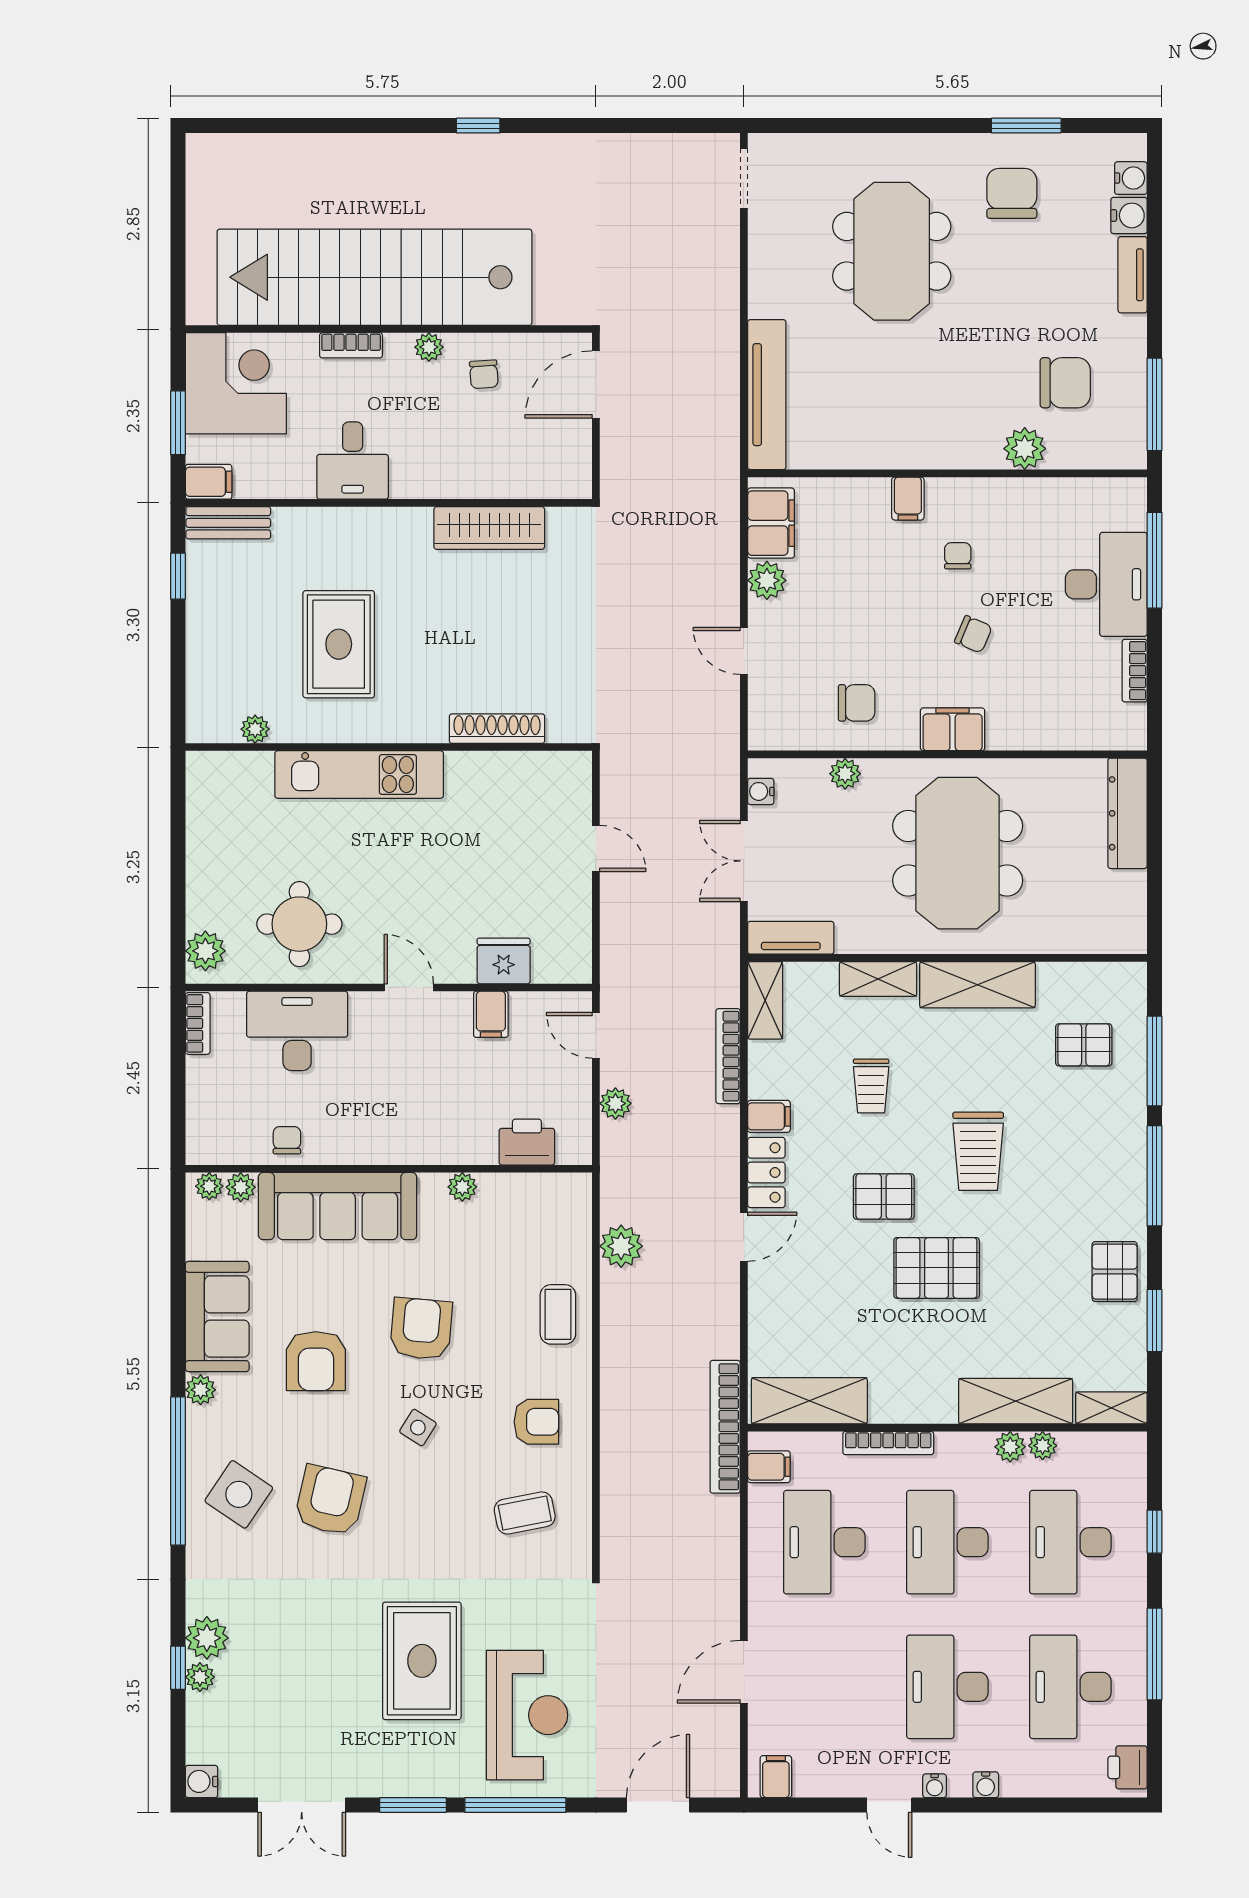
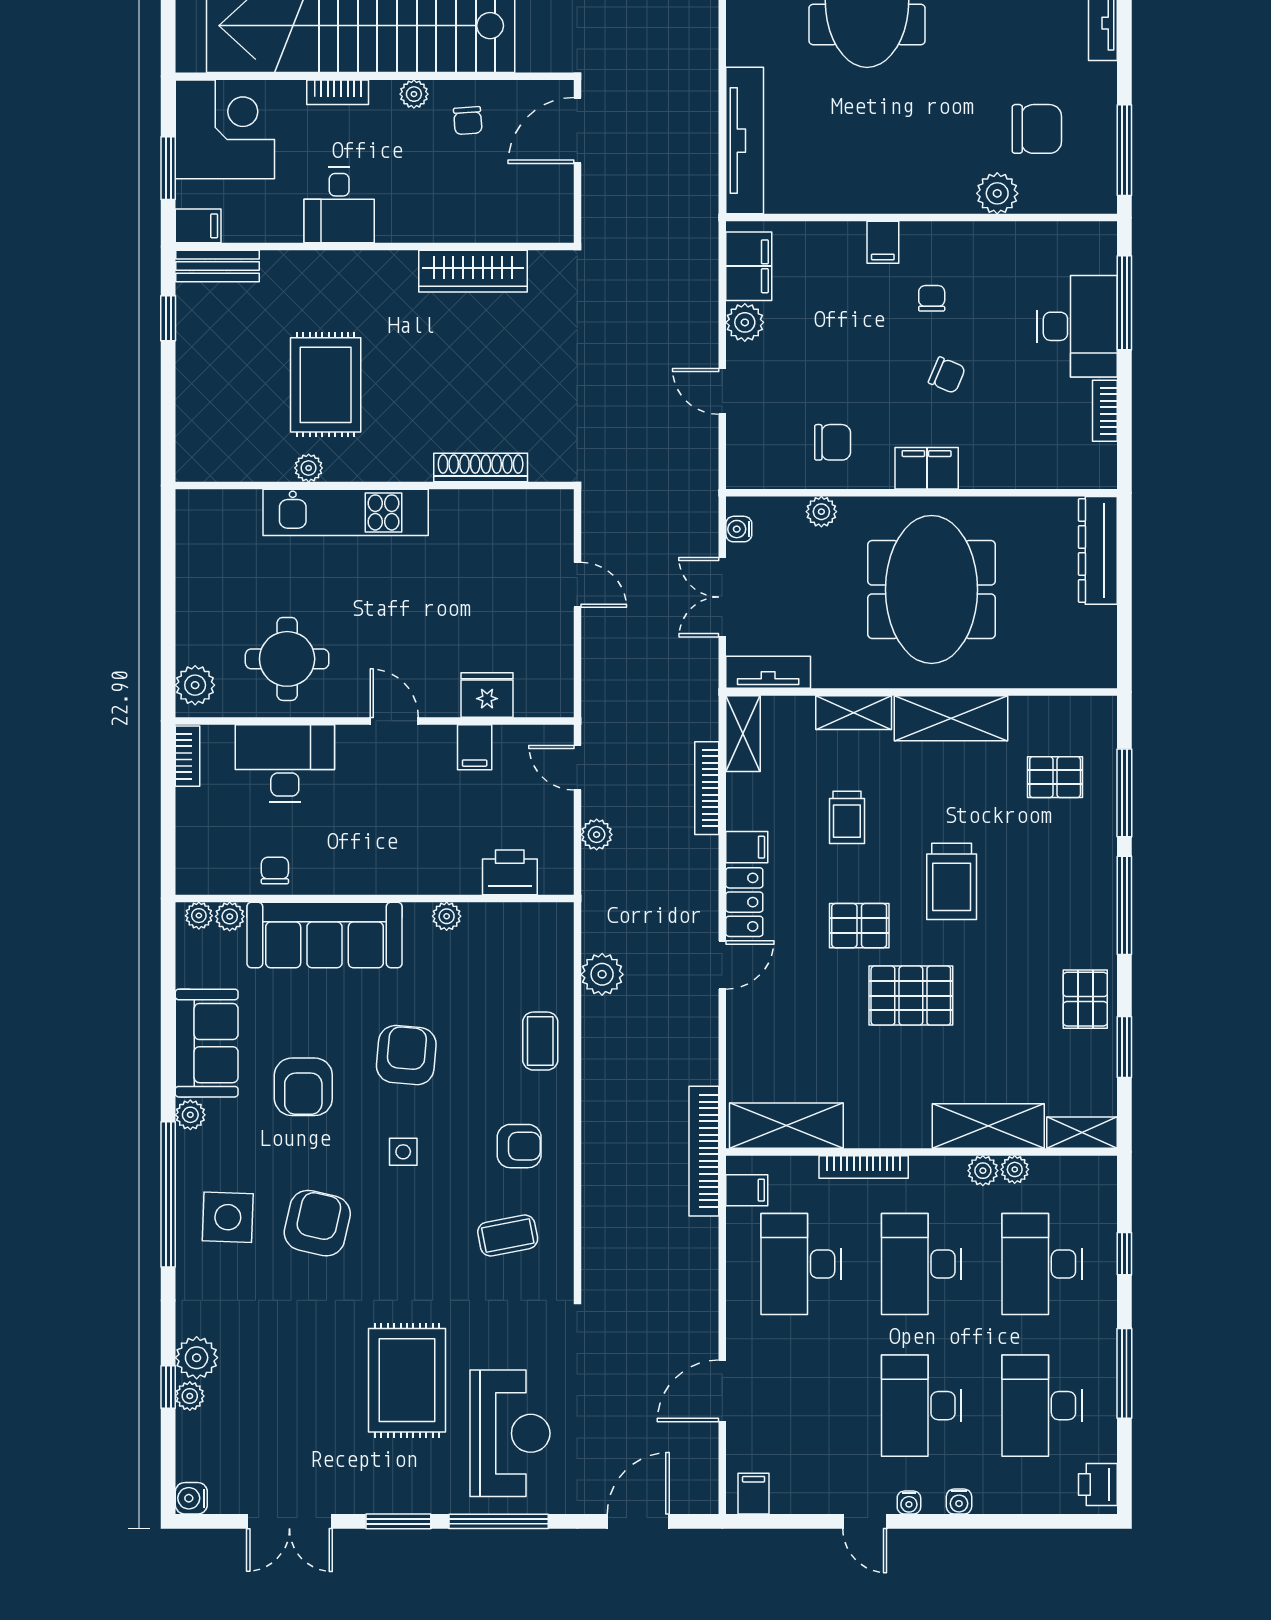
plant: (255, 729) -> (309, 468), moved
side table: (418, 1428) -> (403, 1152), turned -32
side table: (239, 1494) -> (228, 1217), turned -32

